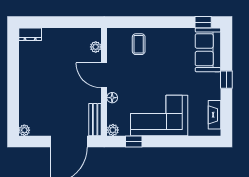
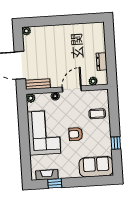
window: (203, 22) -> (116, 143), moved
dresser: (30, 34) -> (102, 62), moved
armchair: (164, 74) -> (76, 134), added
window: (226, 80) -> (55, 183), moved
window: (134, 142) -> (23, 115), removed

